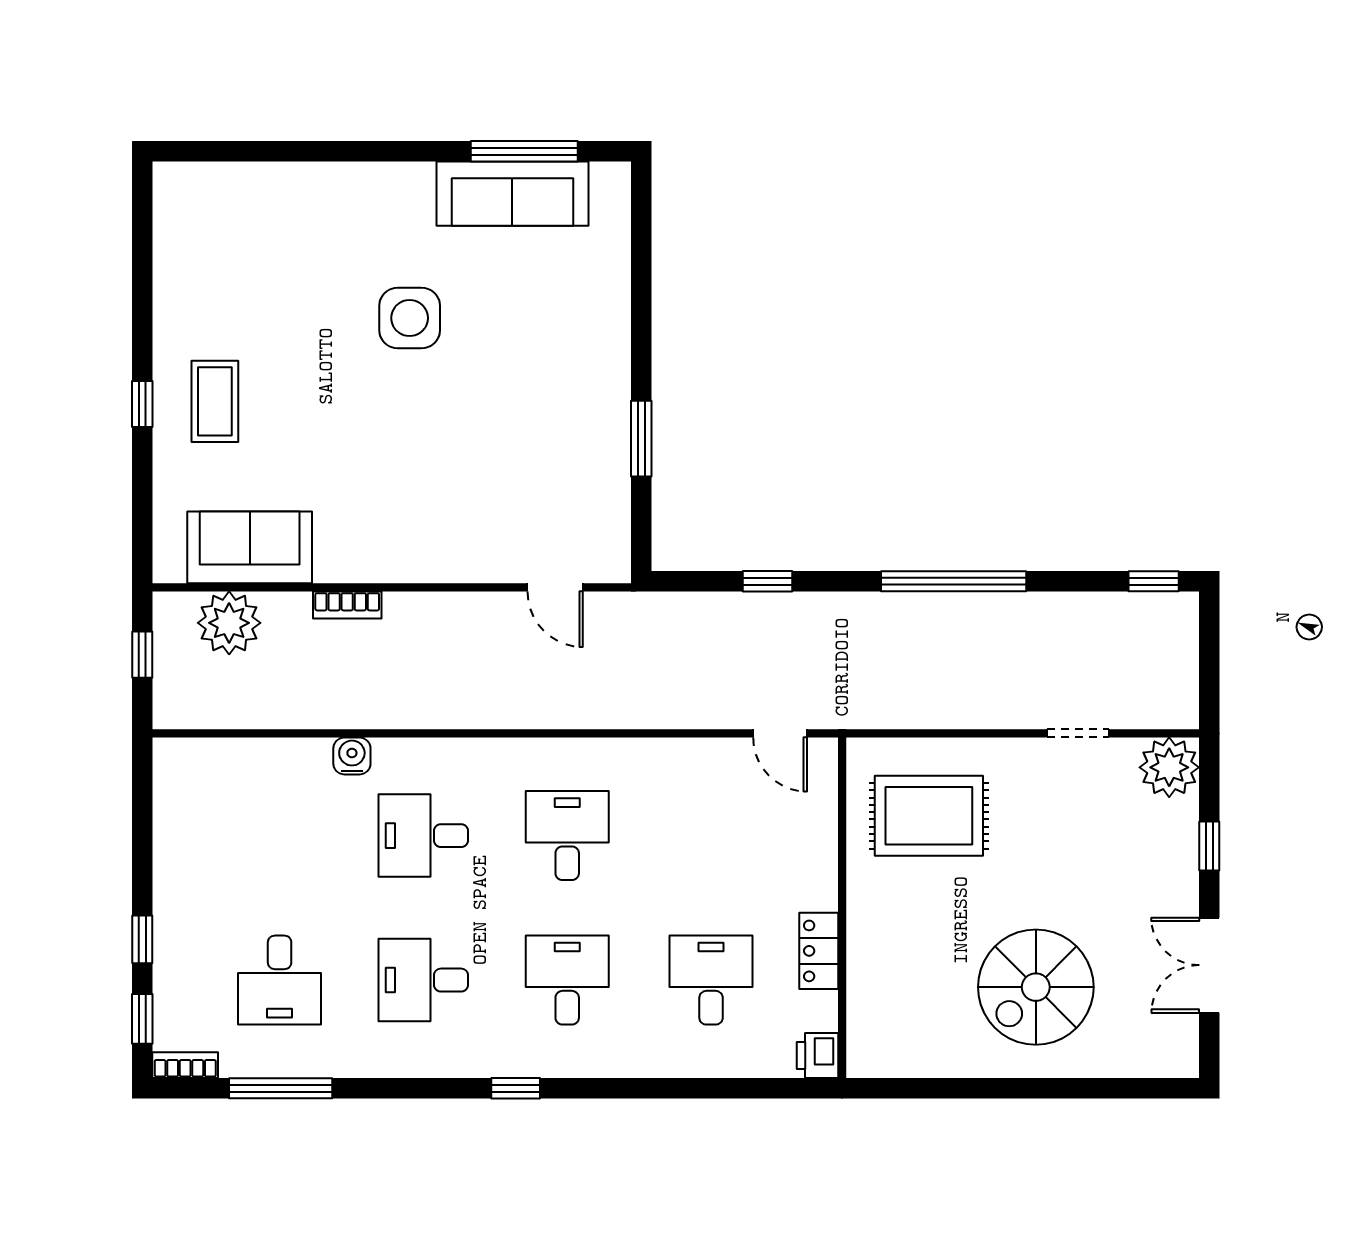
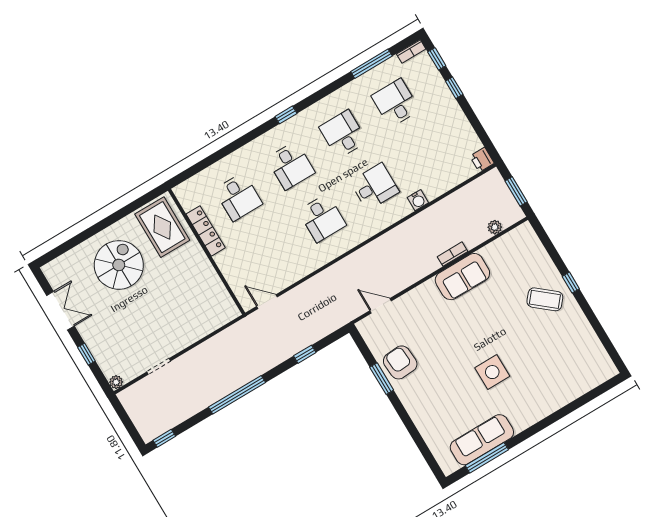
coffee table: (215, 401) -> (545, 299), turned -50
armchair: (584, 449) -> (400, 362), added
sofa: (250, 547) -> (462, 277), moved
plant: (229, 623) -> (495, 227), width x0.53, depth x0.53
window: (142, 655) -> (516, 191), width x1.50
plant: (1169, 767) -> (116, 382), width x0.53, depth x0.53
rug: (929, 816) -> (162, 227), moved, turned 90
locker: (819, 951) -> (206, 231), width x1.53
desk: (423, 980) -> (343, 134), turned -90
printer: (817, 1055) -> (482, 160), moved, turned 180

